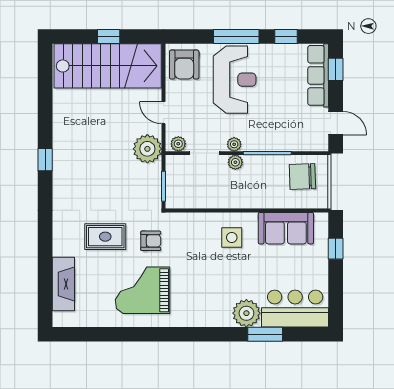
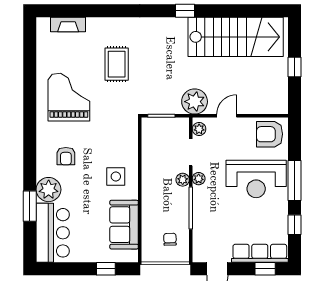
stairs: (108, 66) -> (236, 37), moved, turned -90
chair: (302, 177) -> (170, 239), width x0.54, depth x0.54
armchair: (151, 241) -> (66, 156), moved
fireplace: (63, 284) -> (68, 24), width x0.73, depth x0.76

